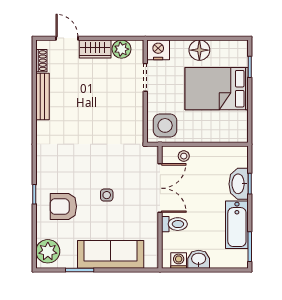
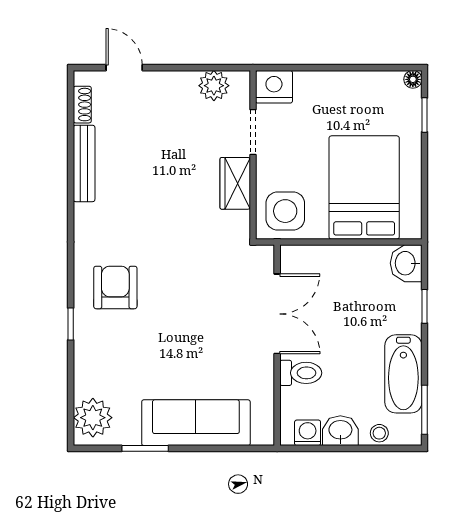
wardrobe: (95, 49) -> (235, 183), moved, turned 90
floor lamp: (199, 50) -> (413, 79), moved, width x0.53, depth x0.53
bed: (217, 89) -> (364, 188), moved, turned 90
stool: (184, 156) -> (379, 433), moved
washbasin: (239, 184) -> (406, 263), moved, width x0.72
side table: (107, 195) -> (189, 325), removed
armchair: (63, 207) -> (115, 287), moved, turned 90

